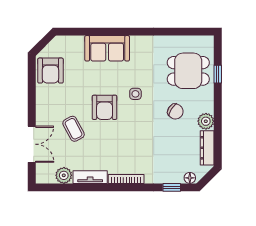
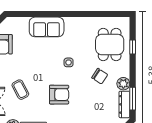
dining table: (188, 71) -> (110, 44), turned 90
armchair: (105, 107) -> (59, 95), moved, turned -90
window: (218, 140) -> (133, 99), added

